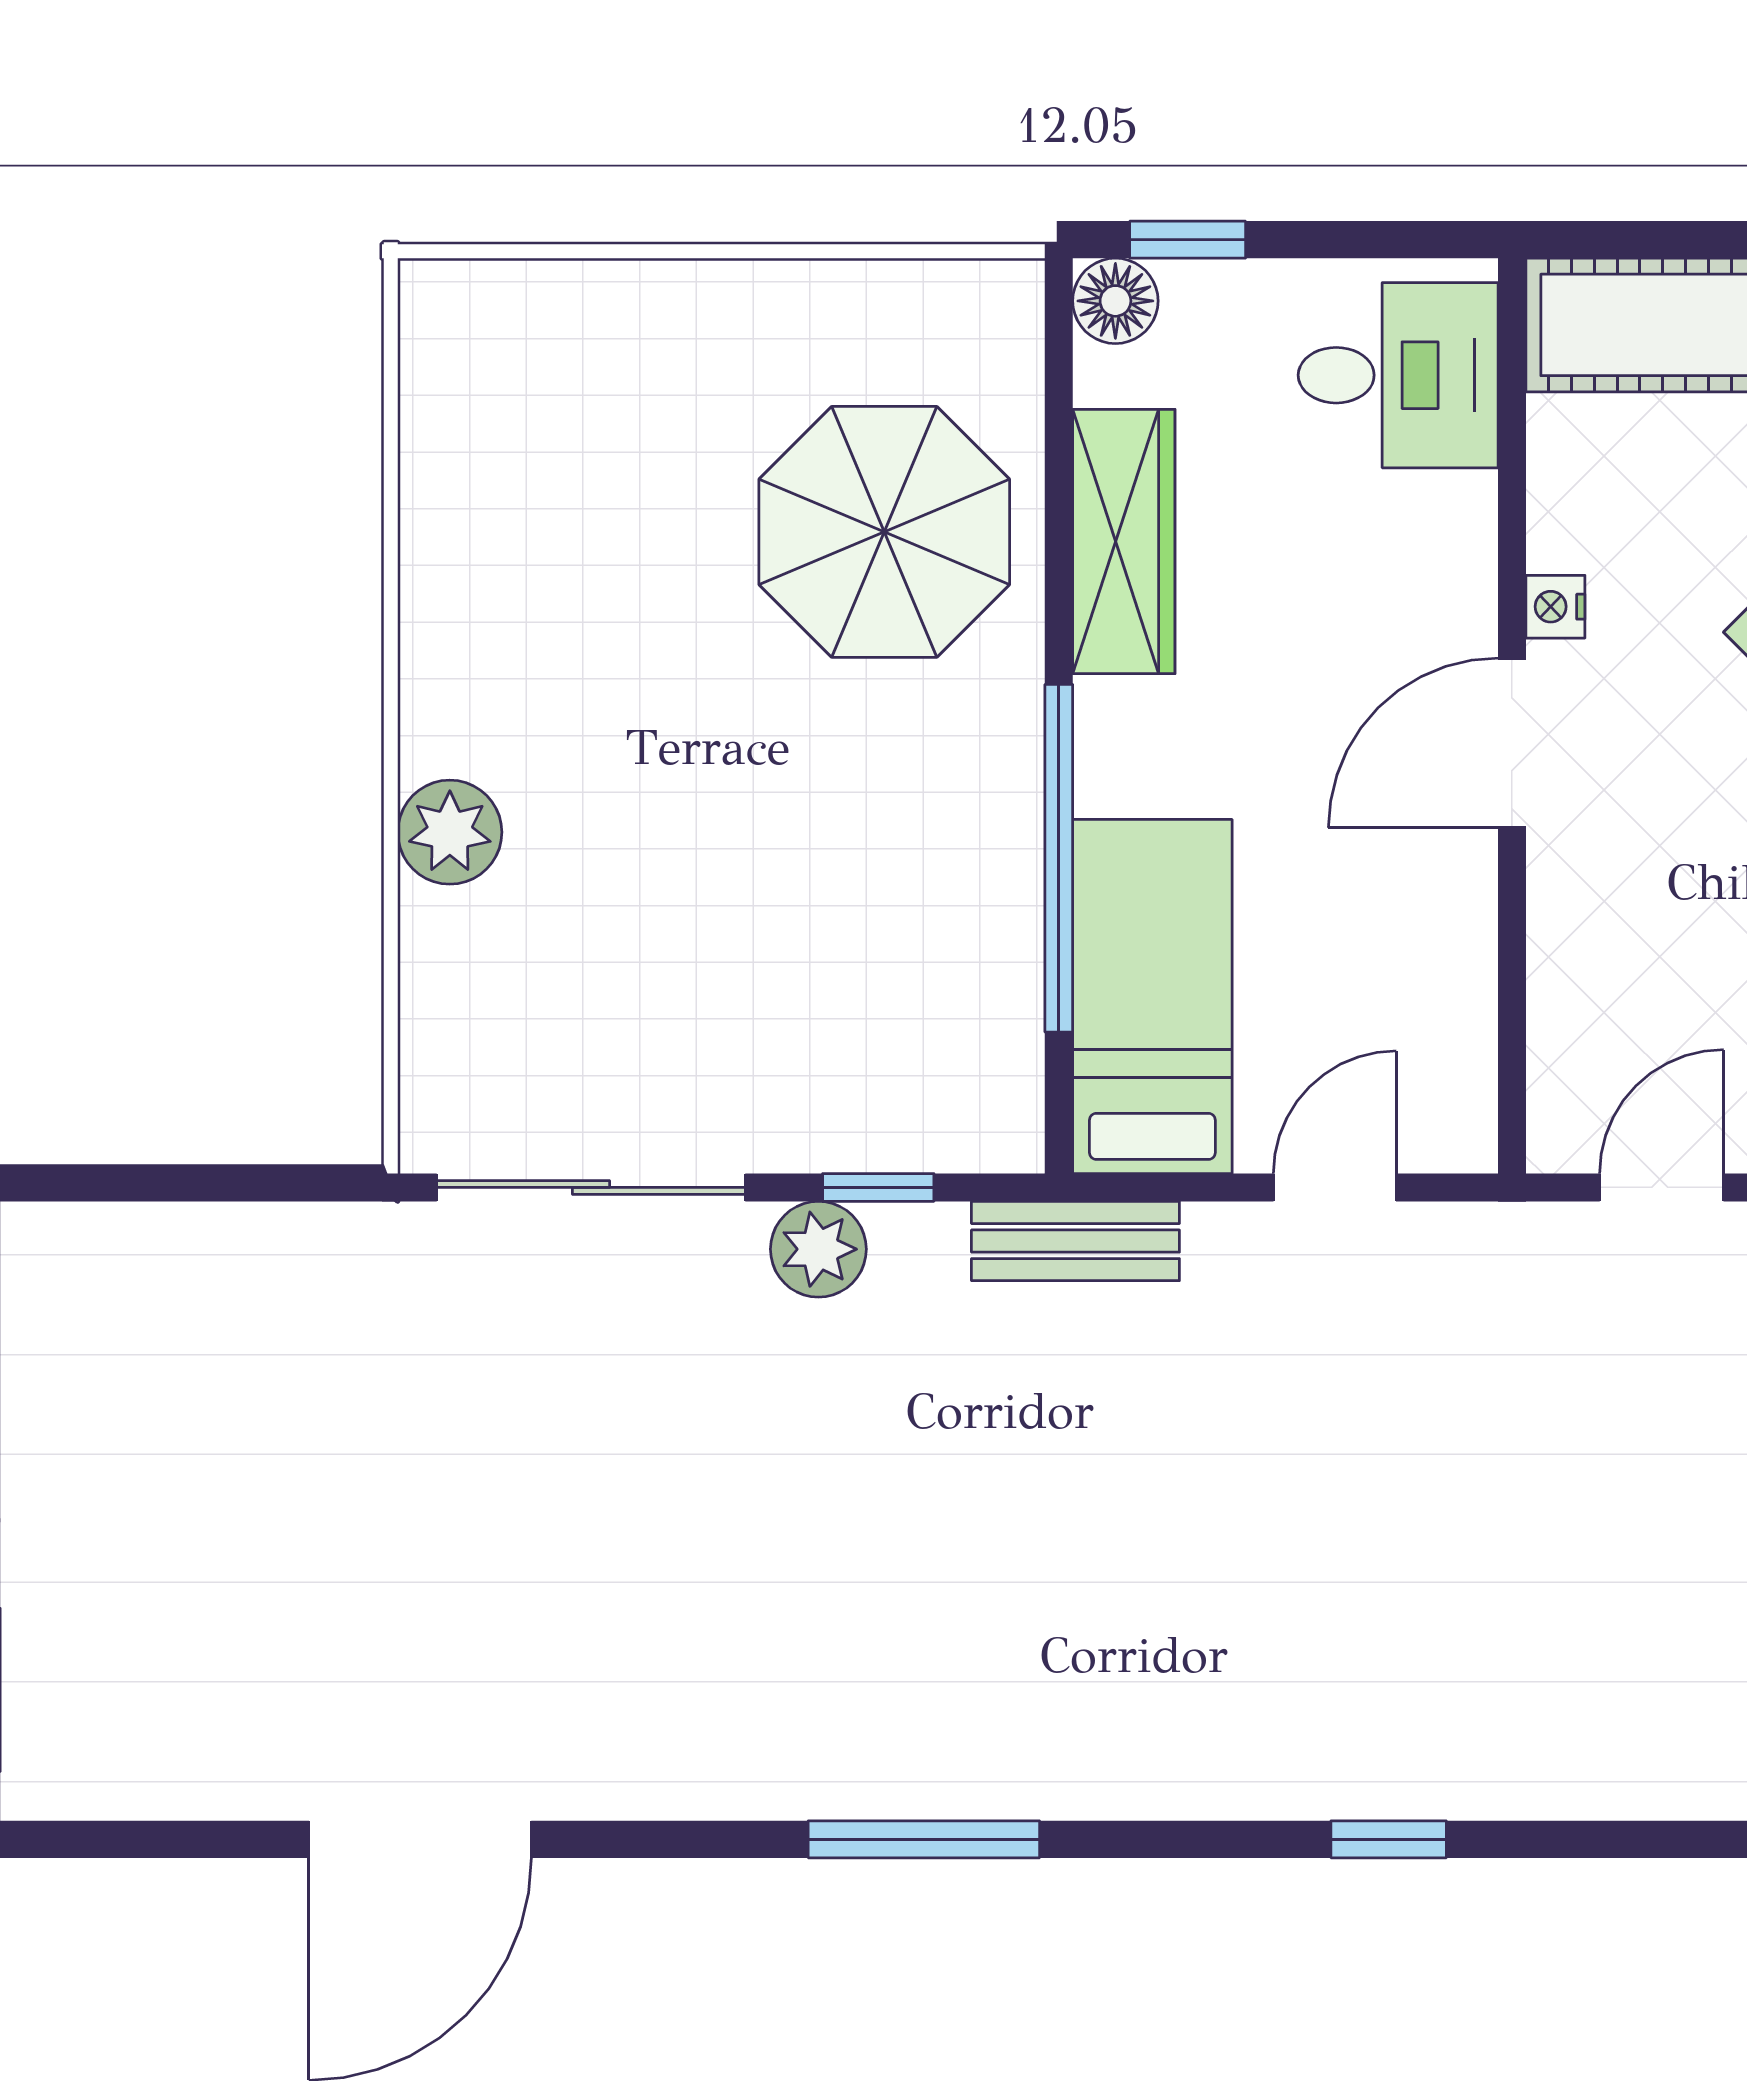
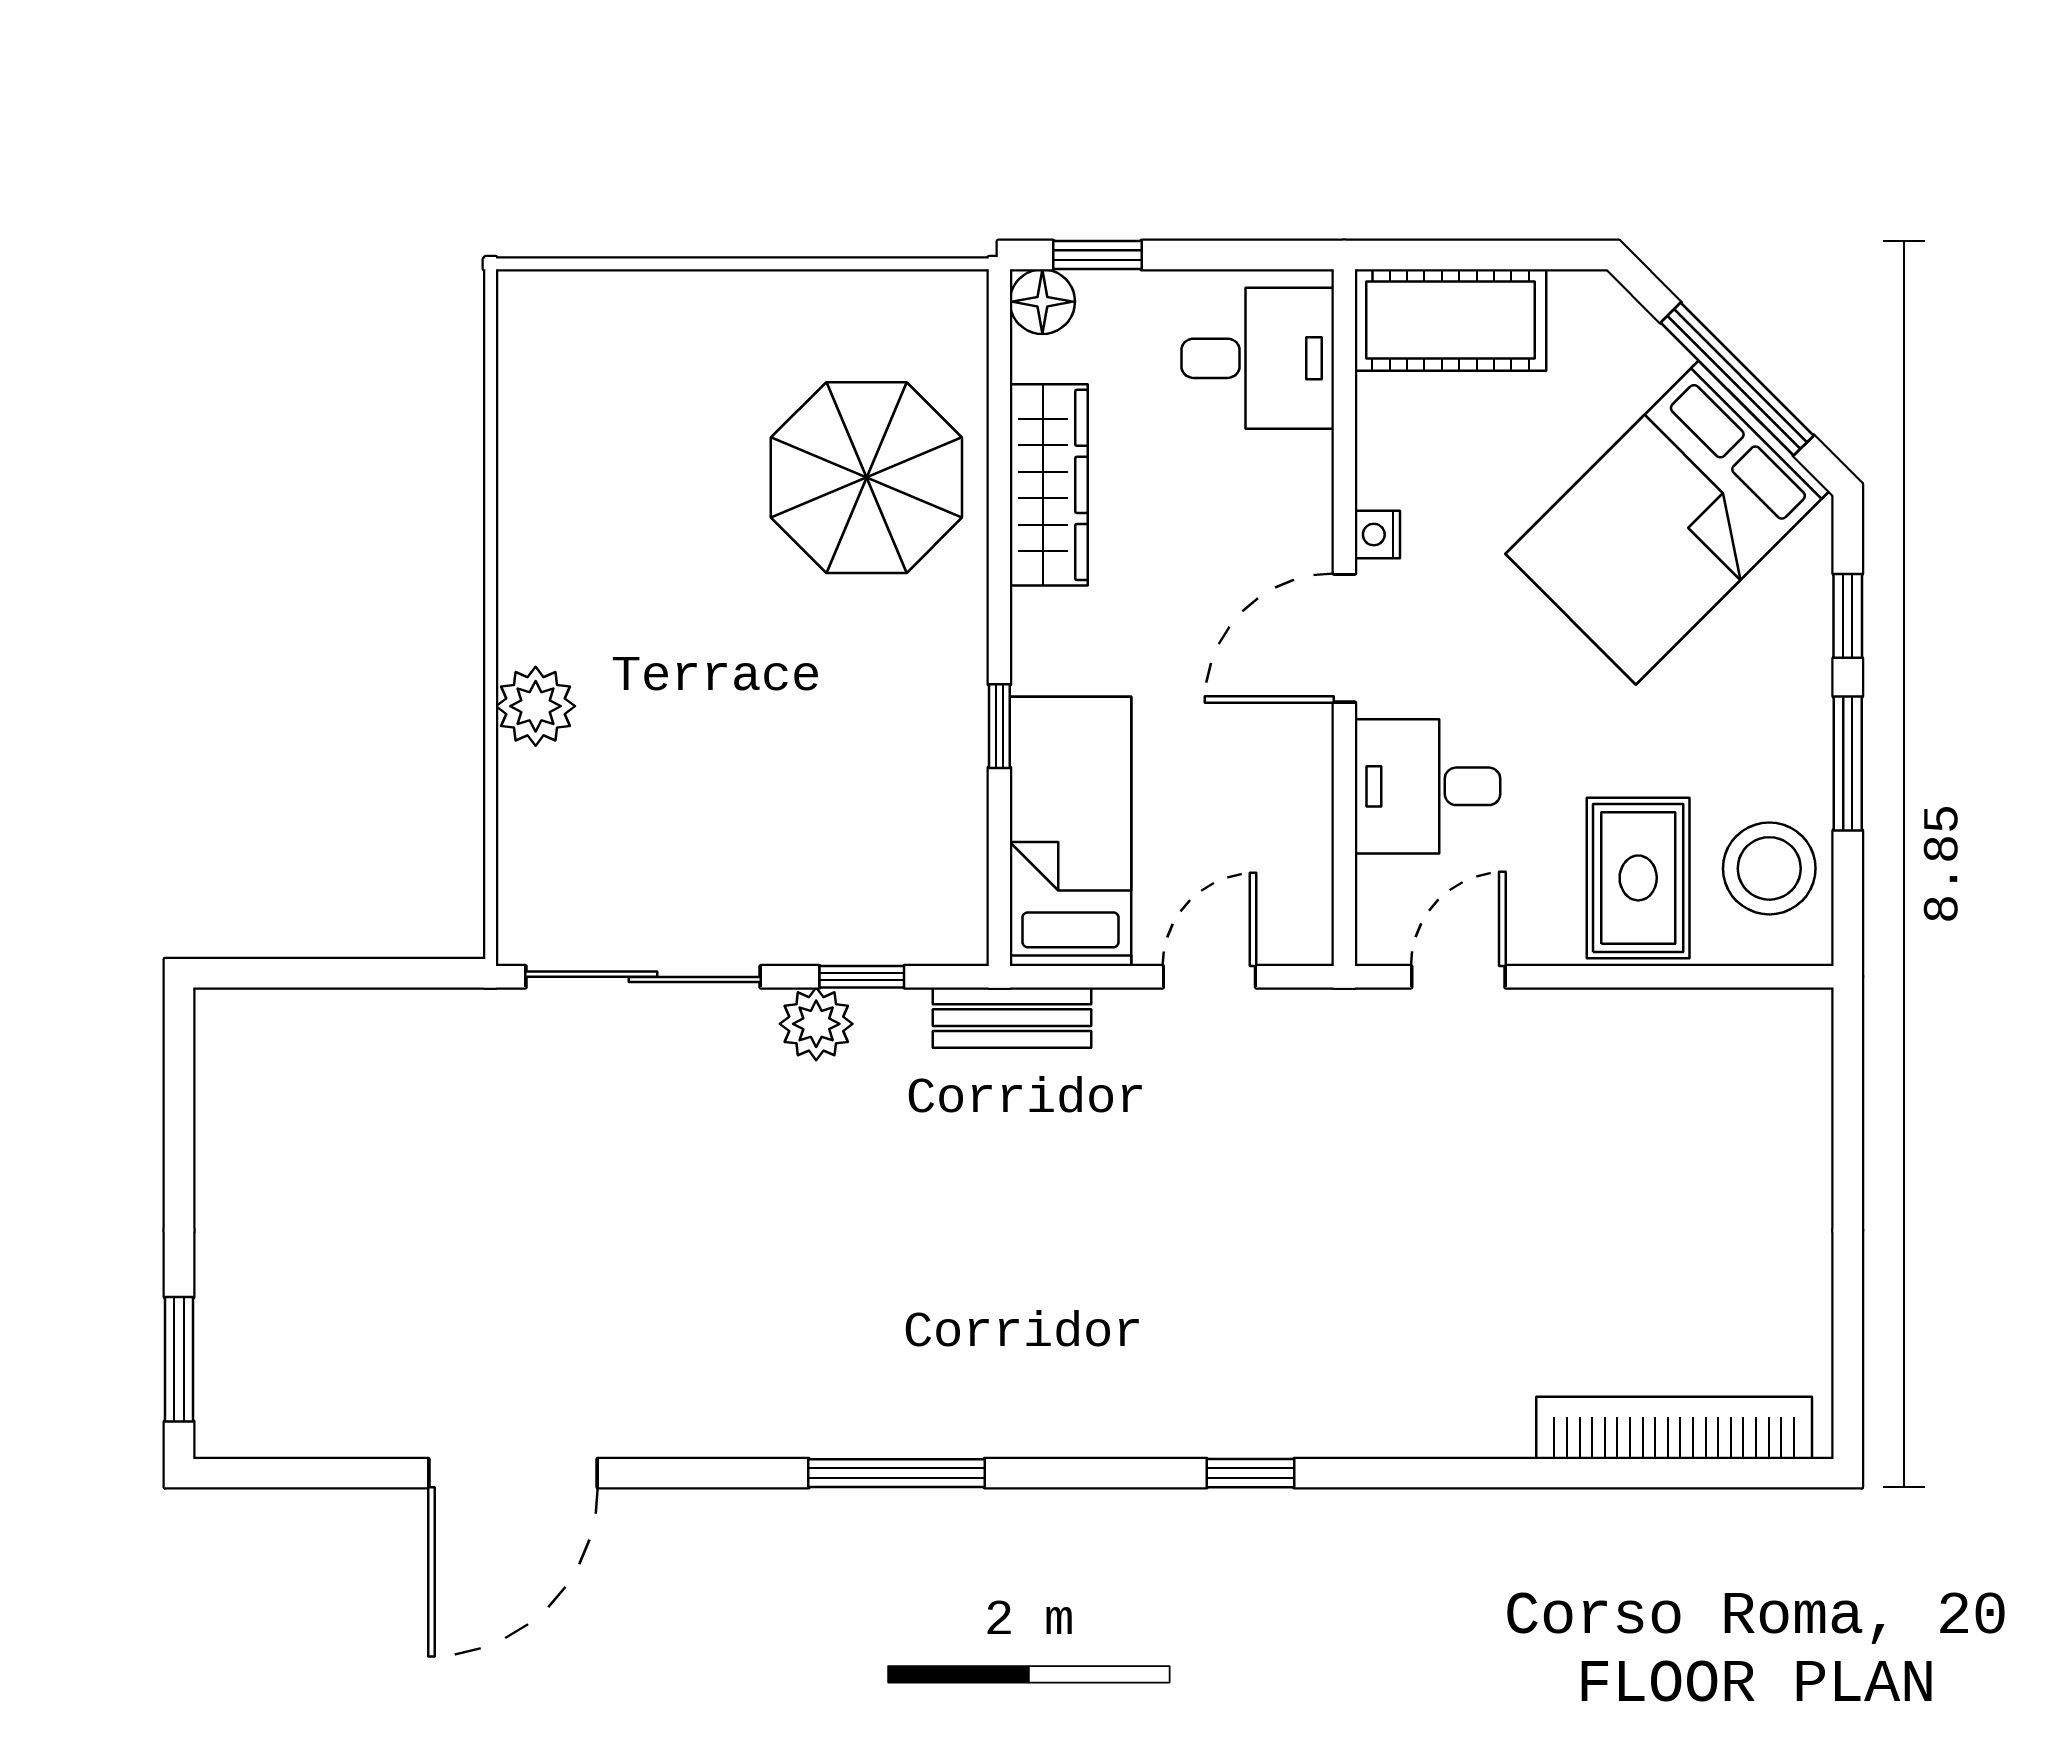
window: (1059, 858) -> (999, 726), width x0.32
desk: (1621, 937) -> (1427, 786), added

